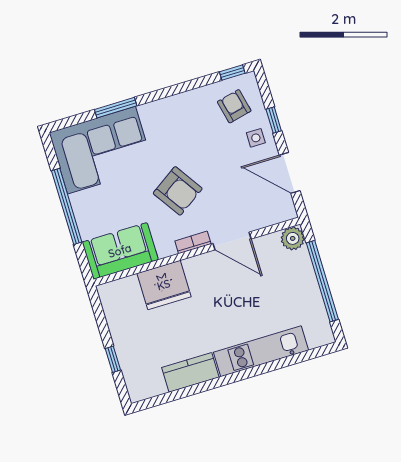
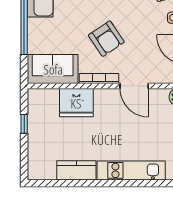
bookcase: (193, 242) -> (99, 78), width x1.56
window: (113, 359) -> (24, 124), moved

